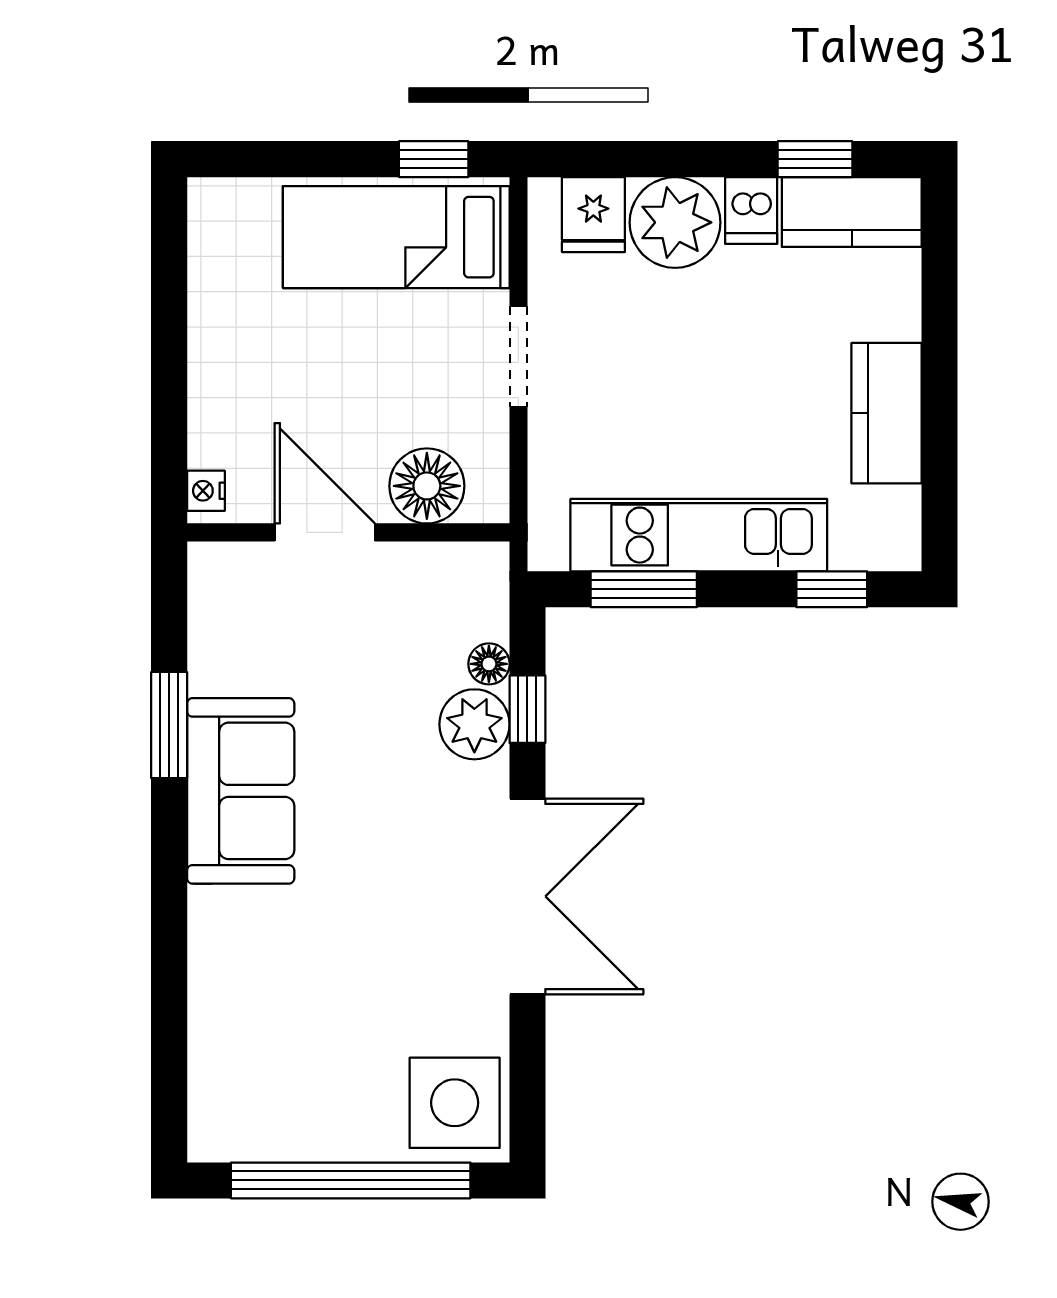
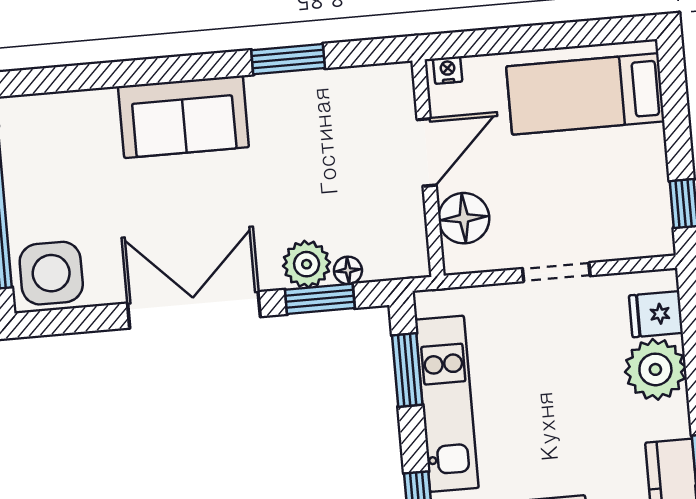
dishwasher: (751, 210) -> (668, 420), removed
bed: (396, 237) -> (585, 94), moved, turned -90
window: (527, 709) -> (320, 299), width x1.50
sofa: (241, 791) -> (183, 117), moved
double door: (527, 896) -> (194, 310), swing flipped

